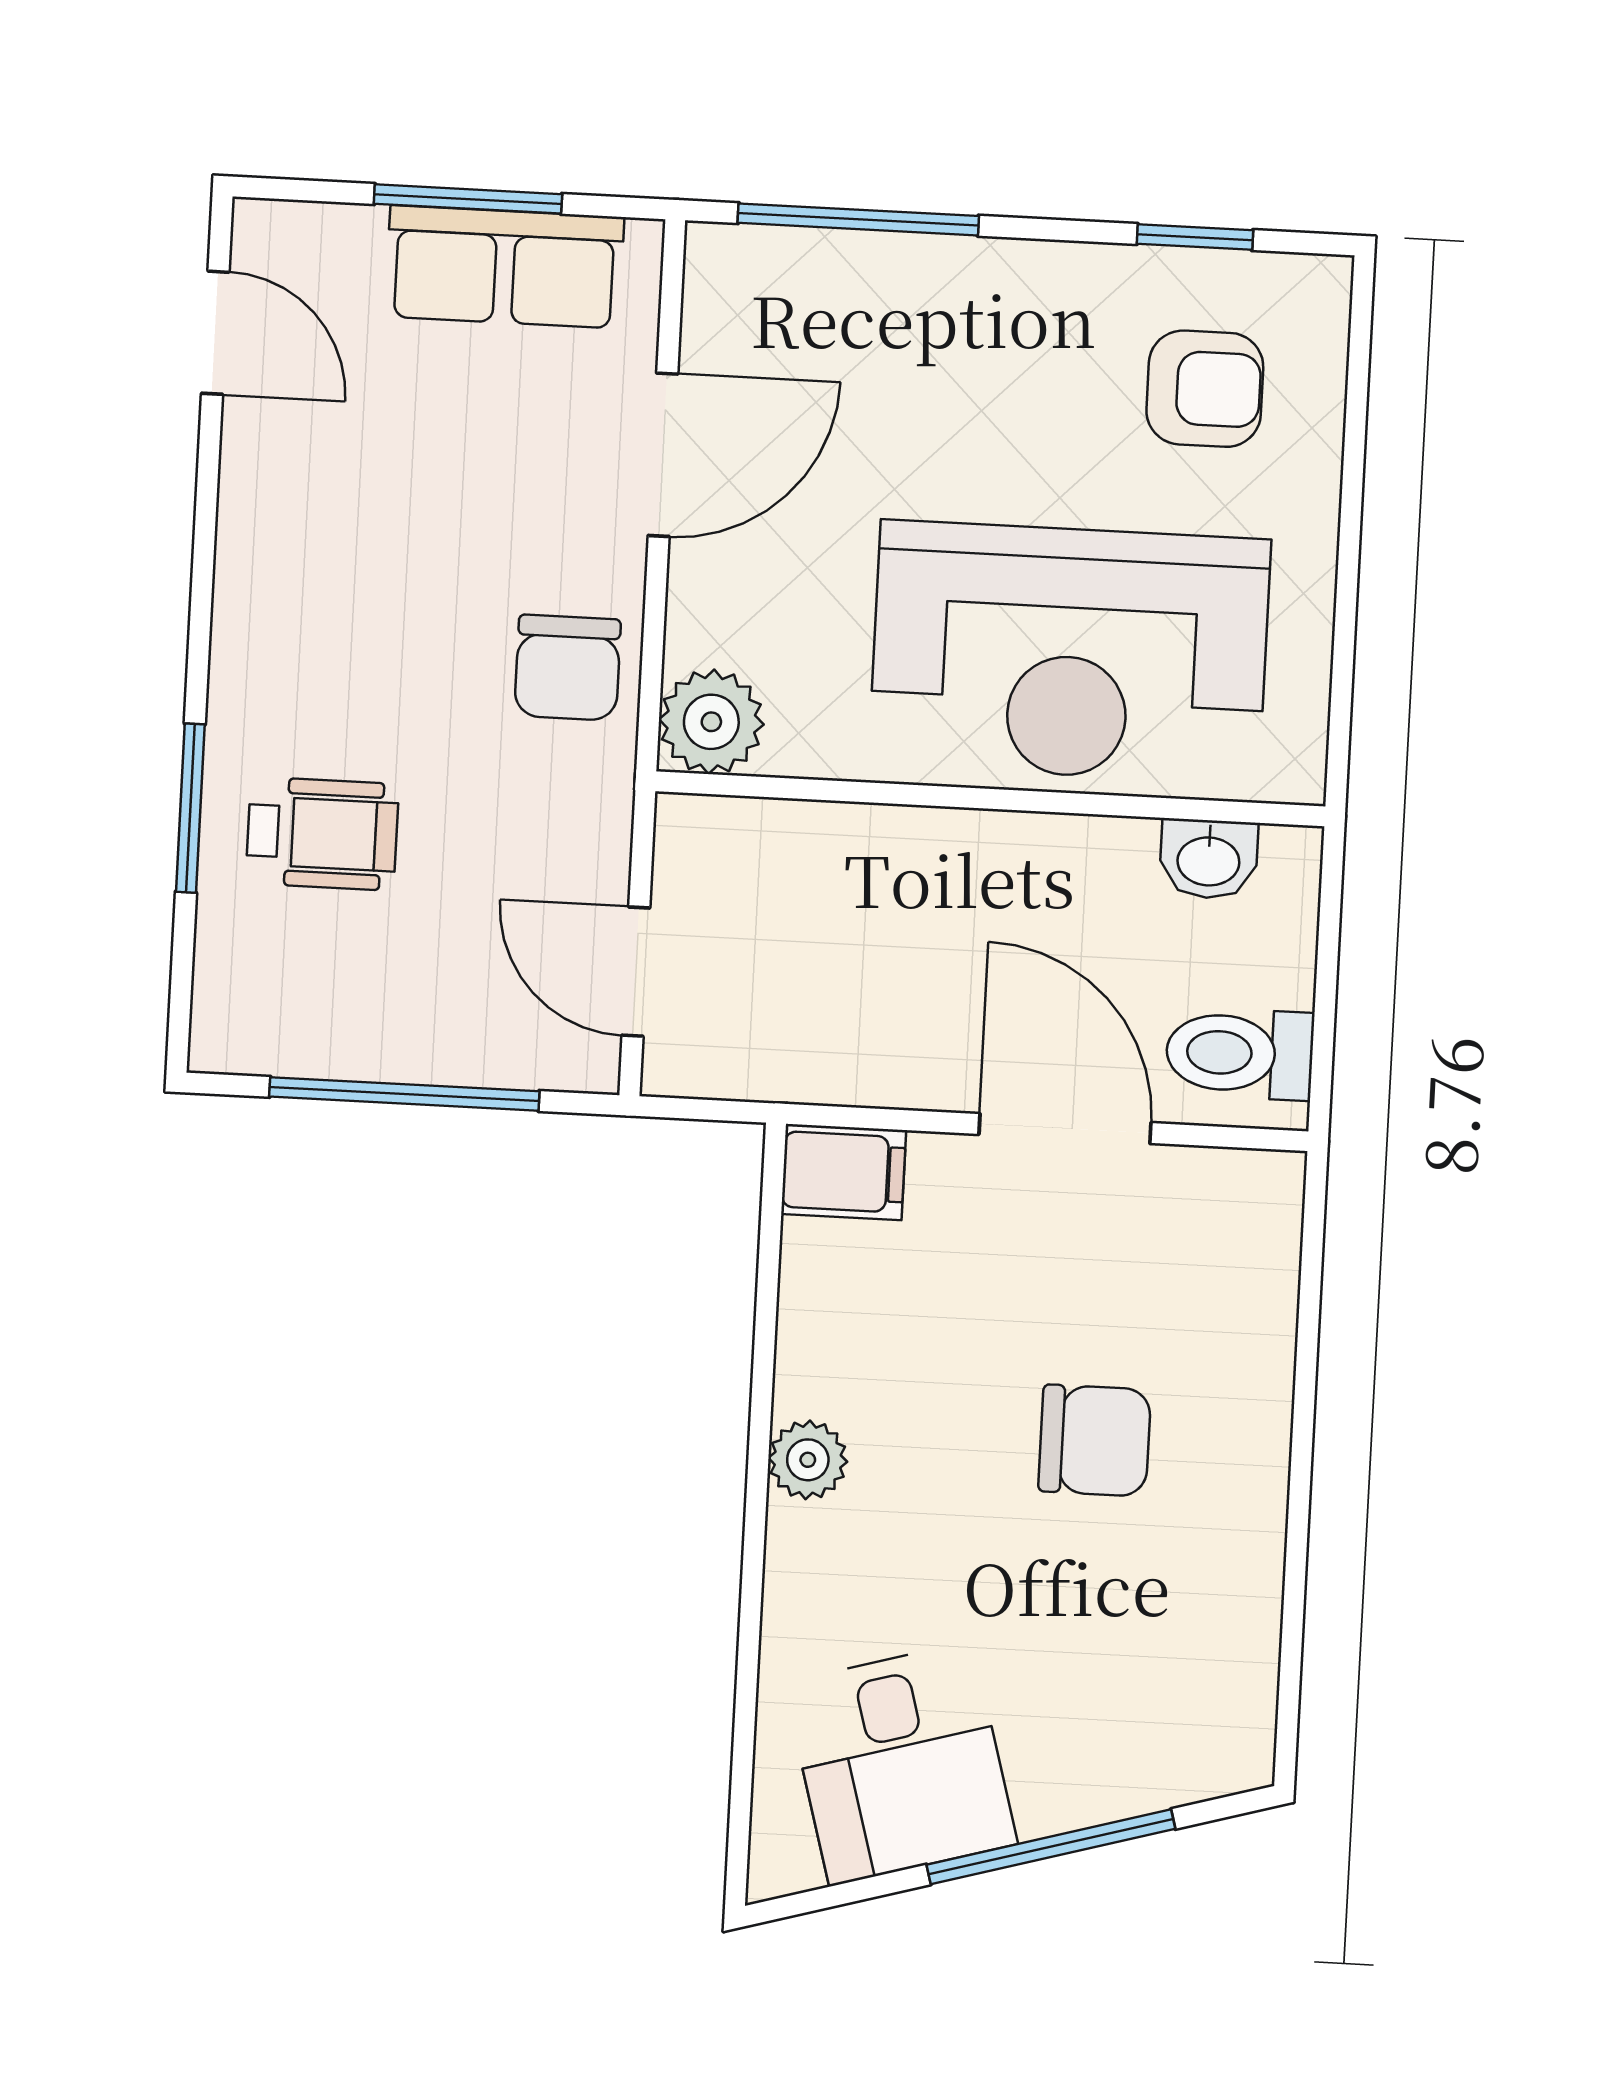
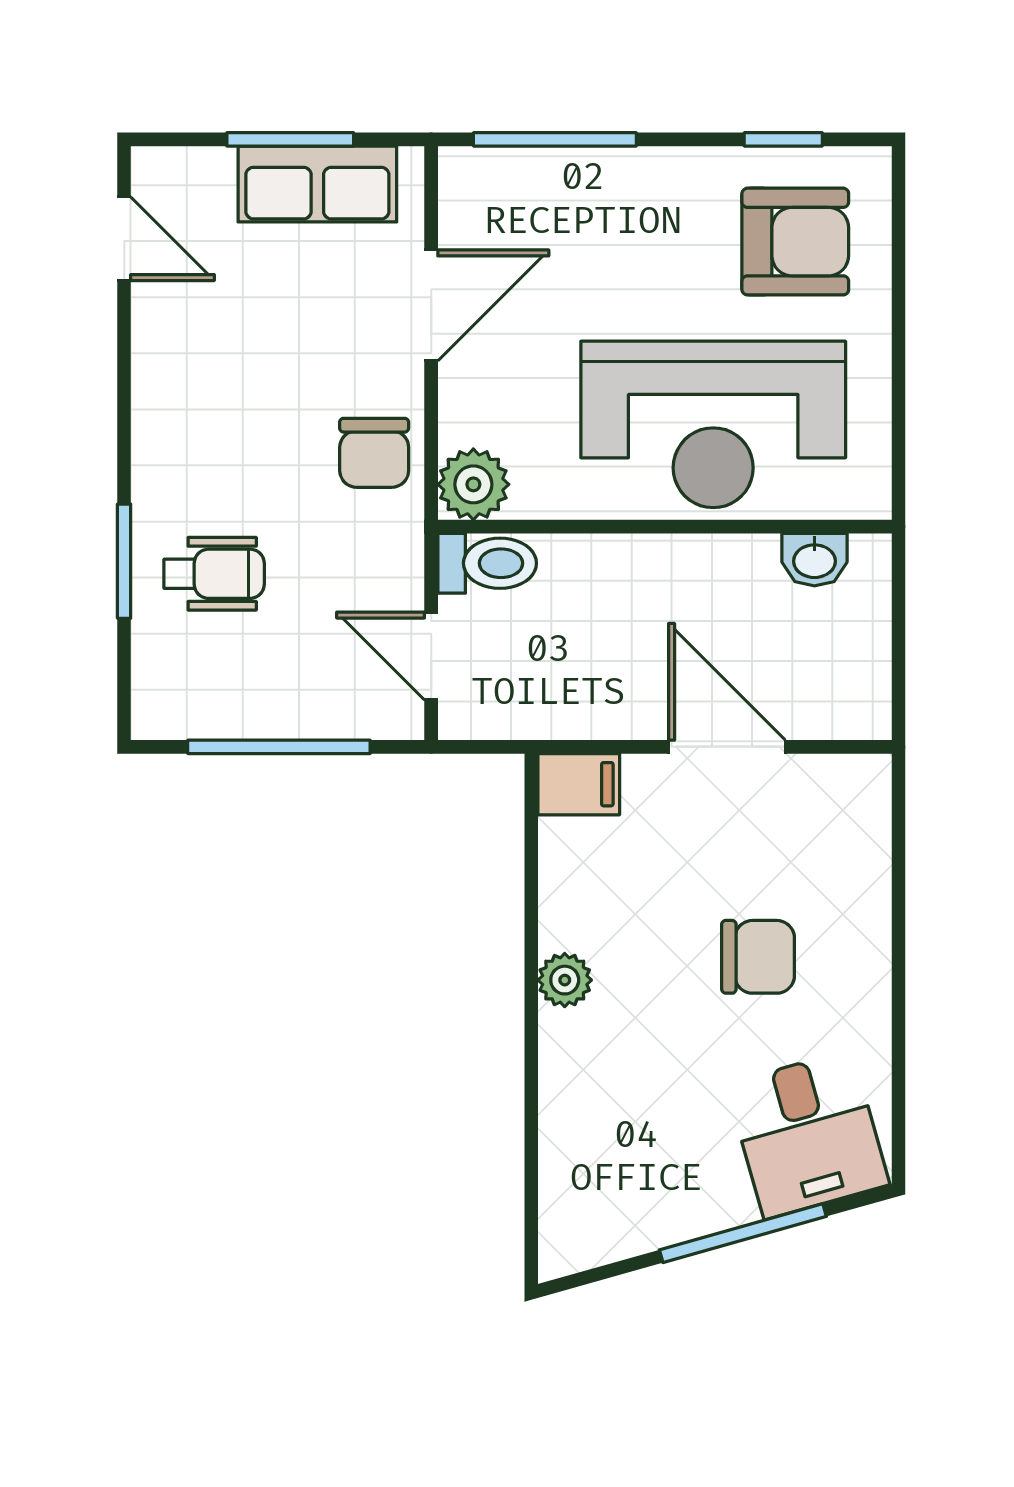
armchair: (1205, 389) -> (795, 242), width x1.38, depth x1.38
toilet: (1240, 1053) -> (487, 563), moved, turned 180
desk: (901, 1764) -> (808, 1134), moved

